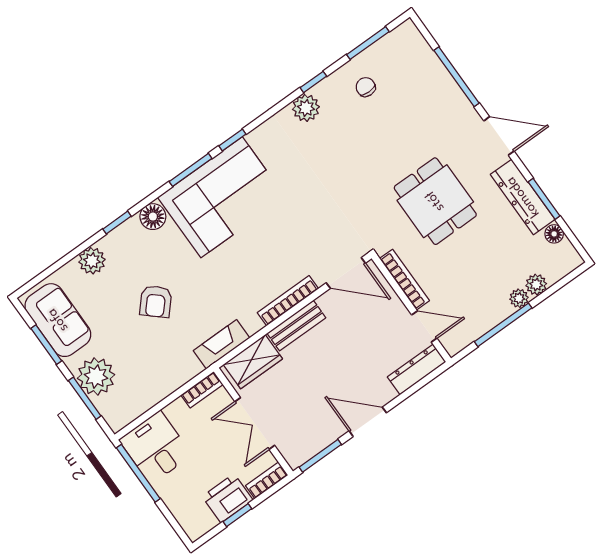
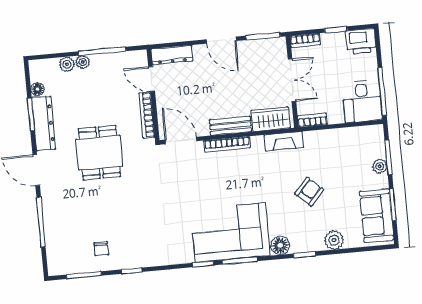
plant: (306, 108) -> (146, 257), removed
plant: (96, 376) -> (380, 166), width x0.53, depth x0.53
printer: (227, 498) -> (361, 41), moved

